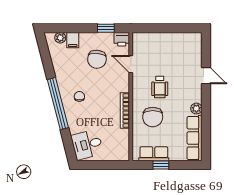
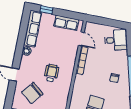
door: (131, 64) -> (81, 39), moved
chair: (153, 117) -> (32, 93), moved, turned -141
window: (161, 165) -> (47, 10), moved

